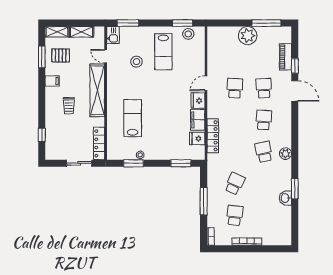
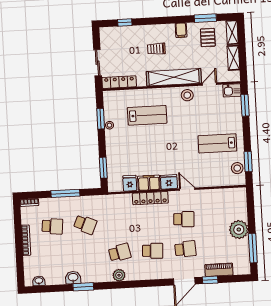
stool: (136, 62) -> (187, 95), moved
locker: (213, 136) -> (150, 198), moved
washbasin: (287, 231) -> (39, 281), added

